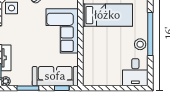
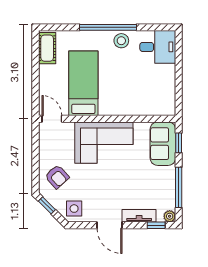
sofa: (55, 76) -> (163, 144), width x0.73
window: (28, 88) -> (179, 187), width x1.44

